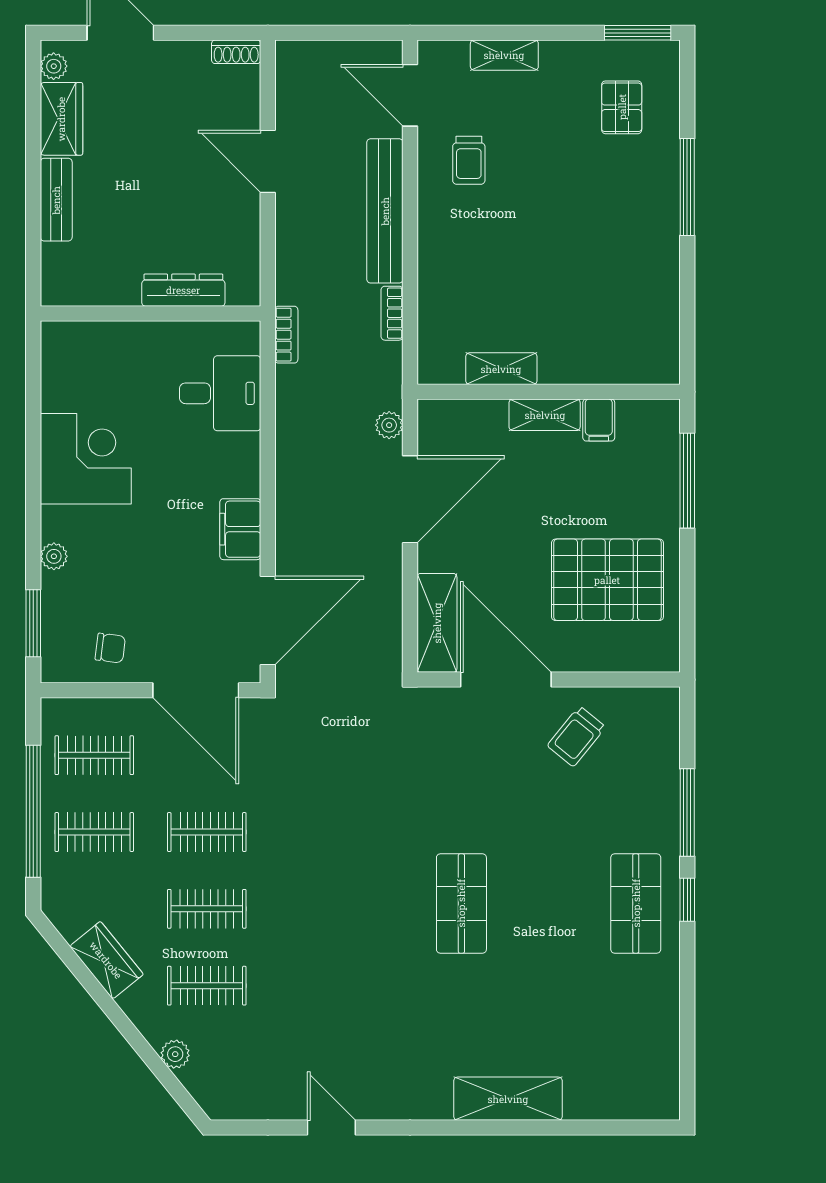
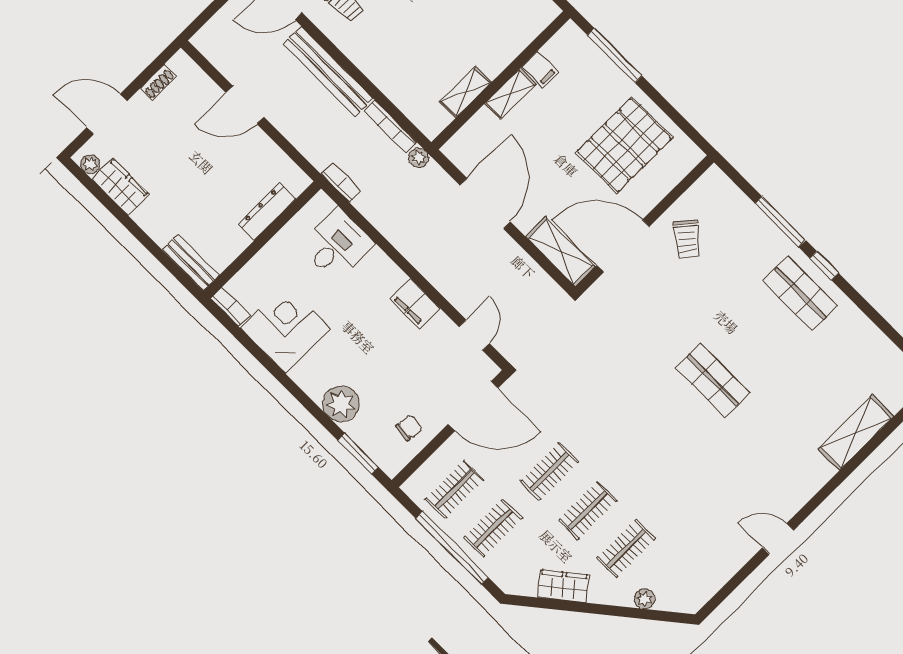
shoe rack: (236, 52) -> (158, 82), moved
bench: (56, 200) -> (191, 263), moved
bookcase: (392, 313) -> (391, 127), width x1.56
bookcase: (52, 349) -> (230, 307), added
plant: (389, 425) -> (419, 158), moved
corner desk: (86, 459) -> (286, 328), moved
plant: (54, 556) -> (341, 404), width x1.88, depth x1.88
door: (268, 621) -> (474, 335), width x0.53
shelving: (508, 1099) -> (856, 433), moved
door: (331, 1127) -> (778, 539), moved

